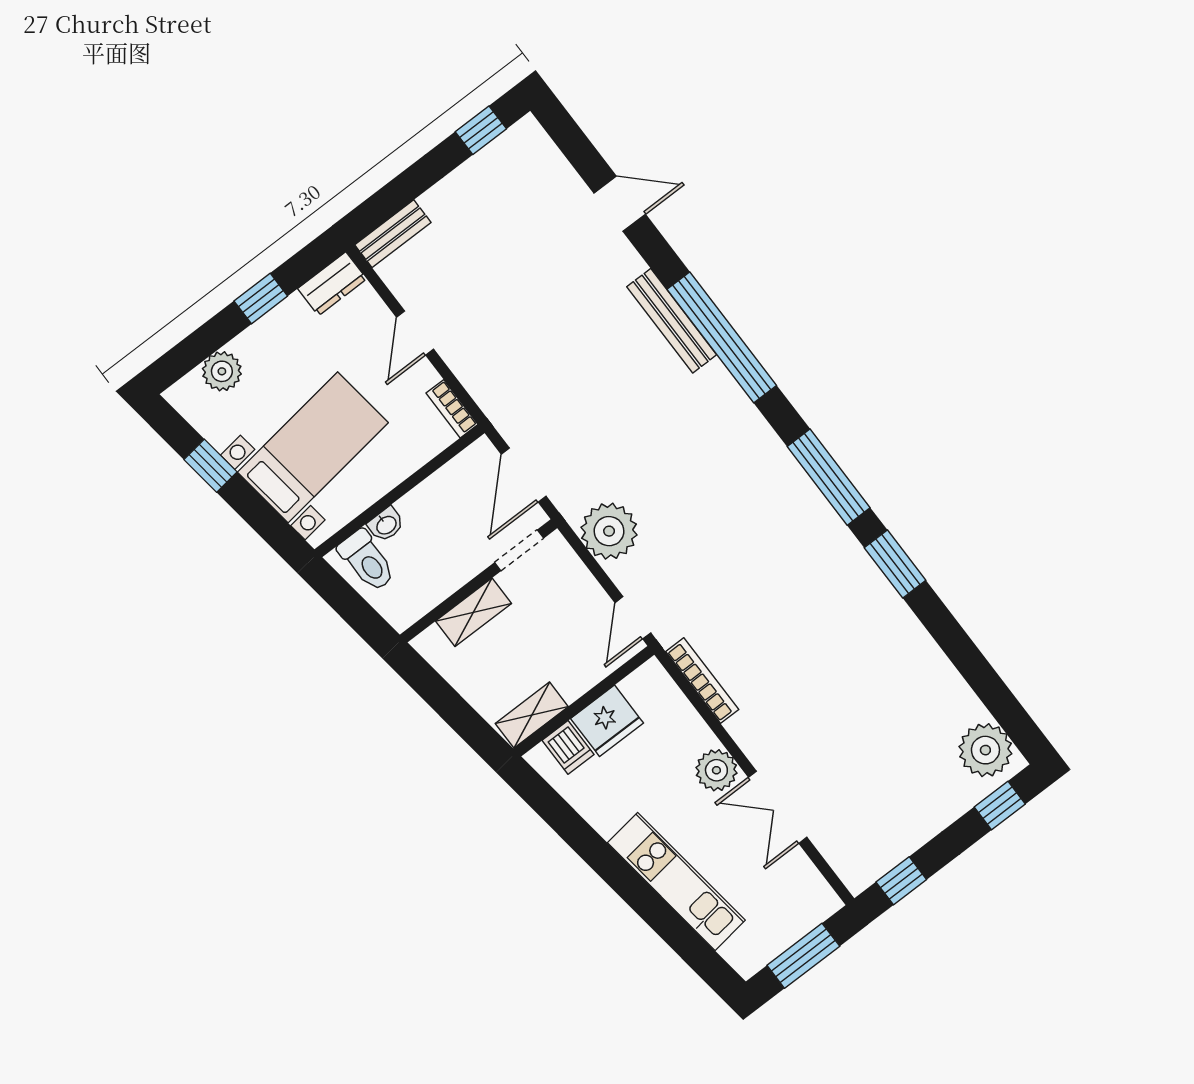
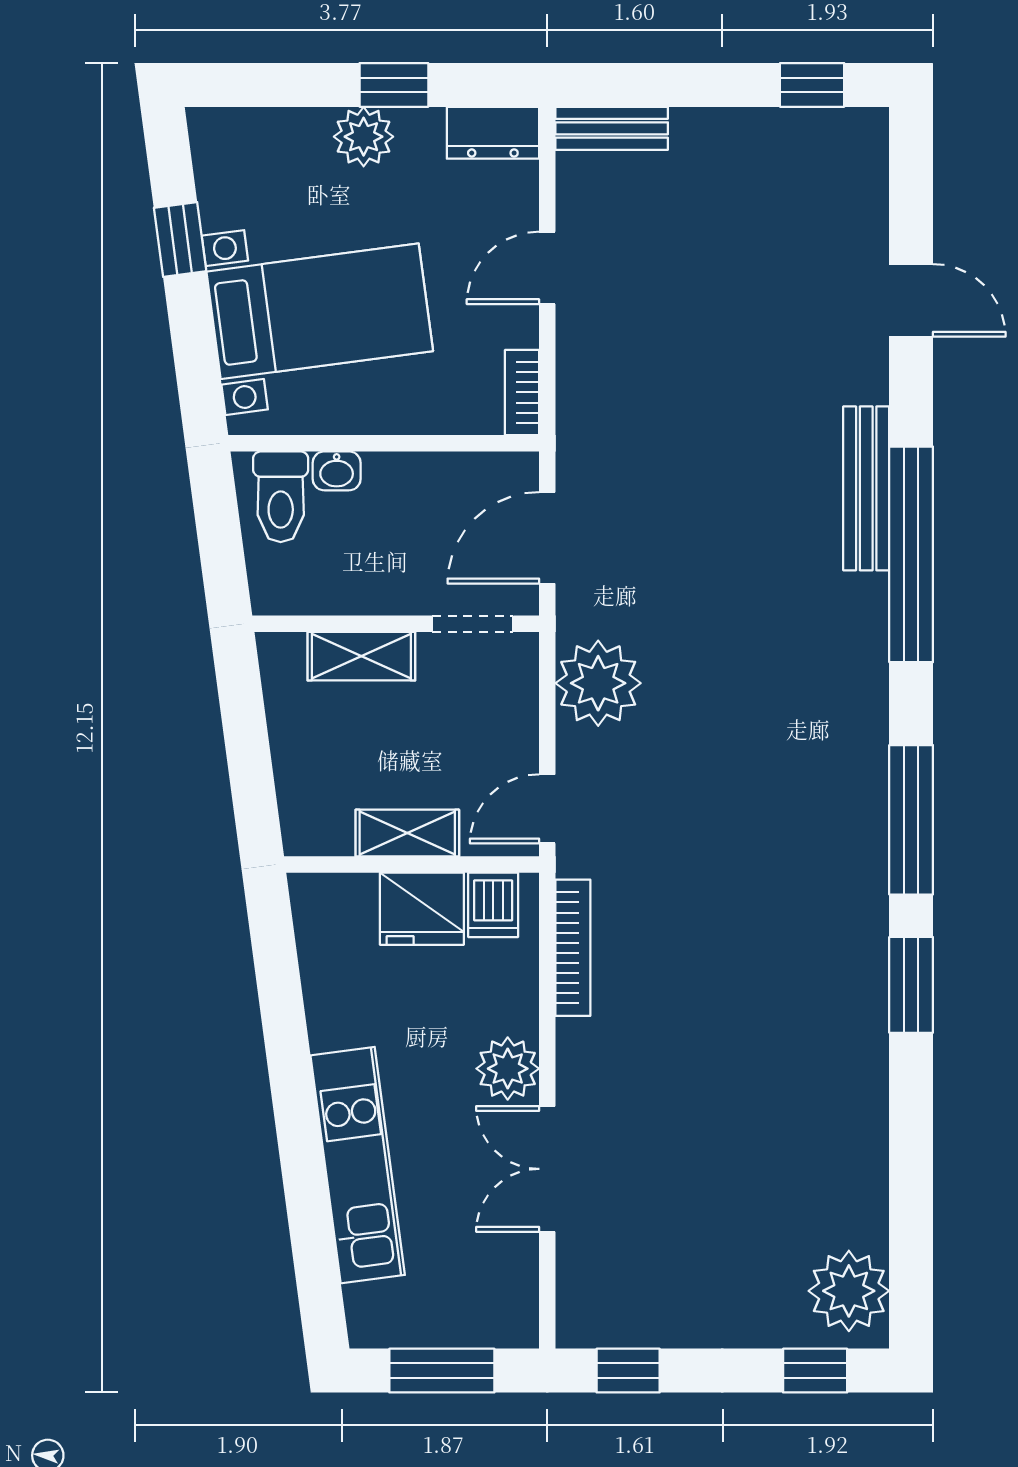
plant: (222, 371) -> (364, 137), moved
shelving: (532, 715) -> (407, 833), moved
dishwasher: (568, 747) -> (493, 905), moved

